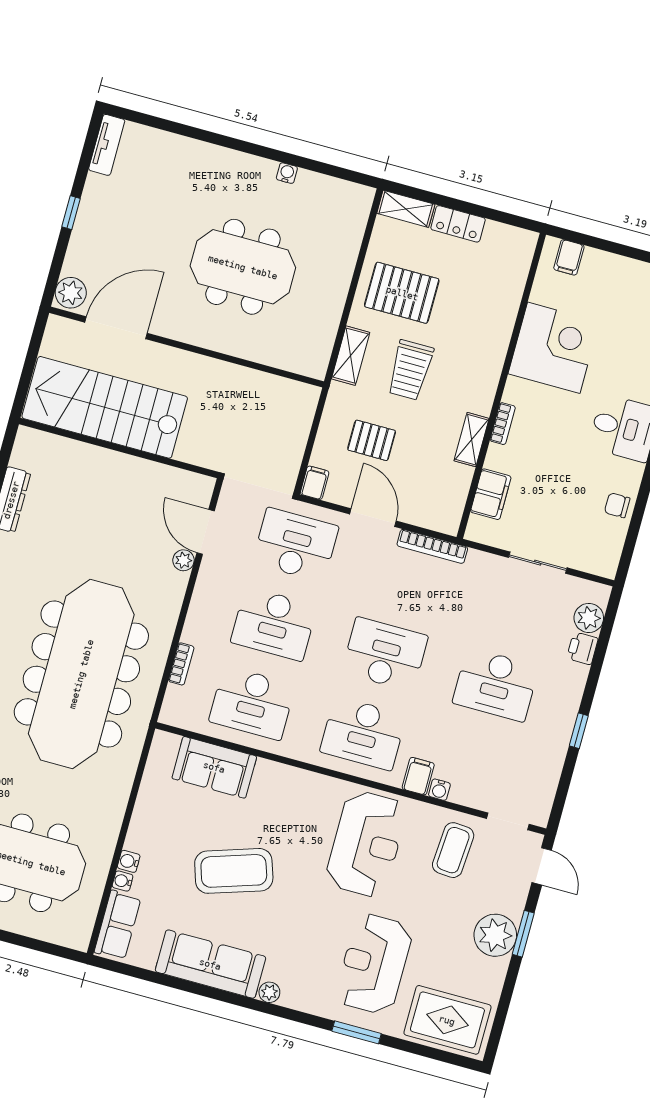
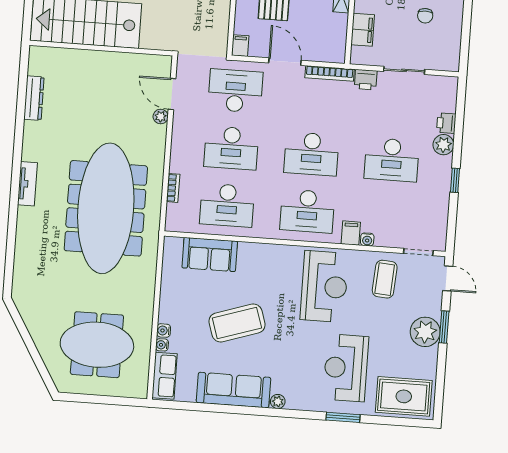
chair: (617, 505) -> (425, 16), moved, turned -90
printer: (481, 565) -> (366, 80), added
plant: (589, 618) -> (443, 145), moved
desk: (385, 654) -> (311, 154), turned 180

